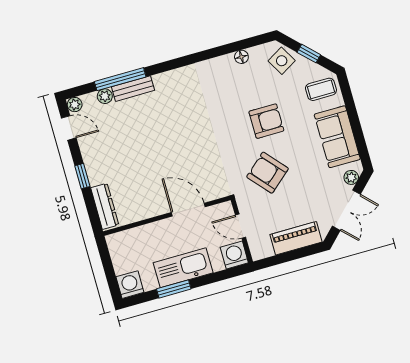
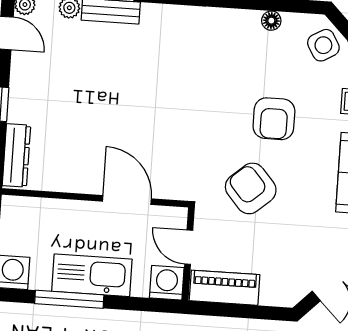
armchair: (266, 121) -> (274, 119), turned 90
piano: (296, 238) -> (225, 288), moved
window: (174, 289) -> (69, 299), width x1.44

